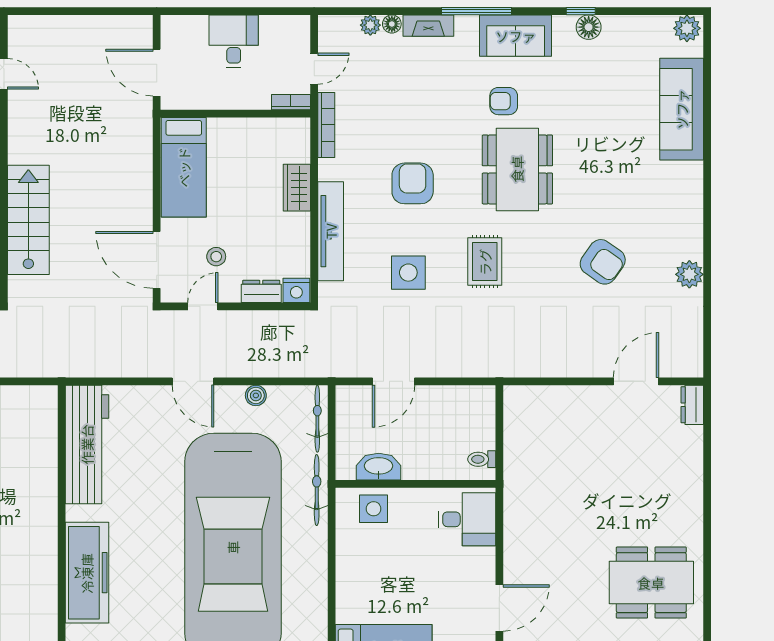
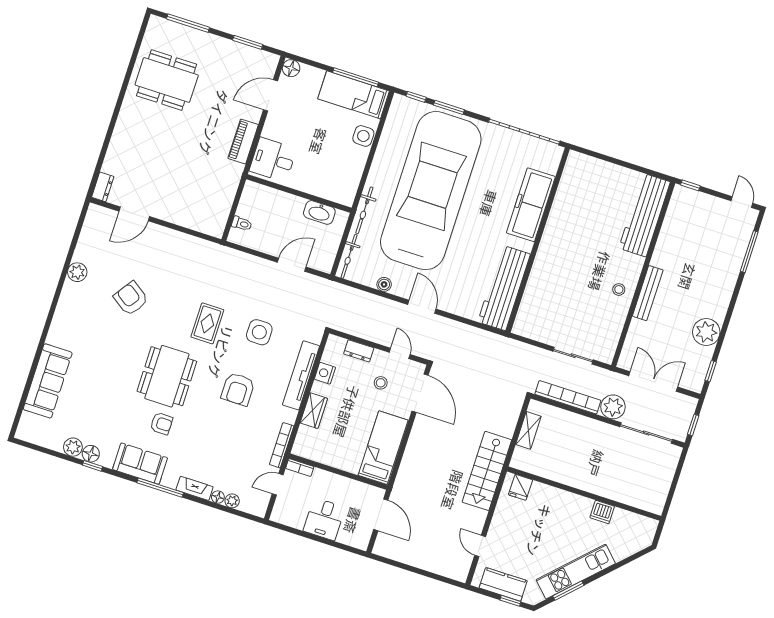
plant: (687, 28) -> (73, 447), moved
stairs: (28, 220) -> (487, 471), moved
nightstand: (296, 290) -> (325, 373), moved, turned -90
door: (203, 306) -> (400, 353), swing flipped
toilet: (482, 459) -> (242, 224), moved
side table: (374, 509) -> (363, 136), moved
piano: (517, 531) -> (243, 142), added

